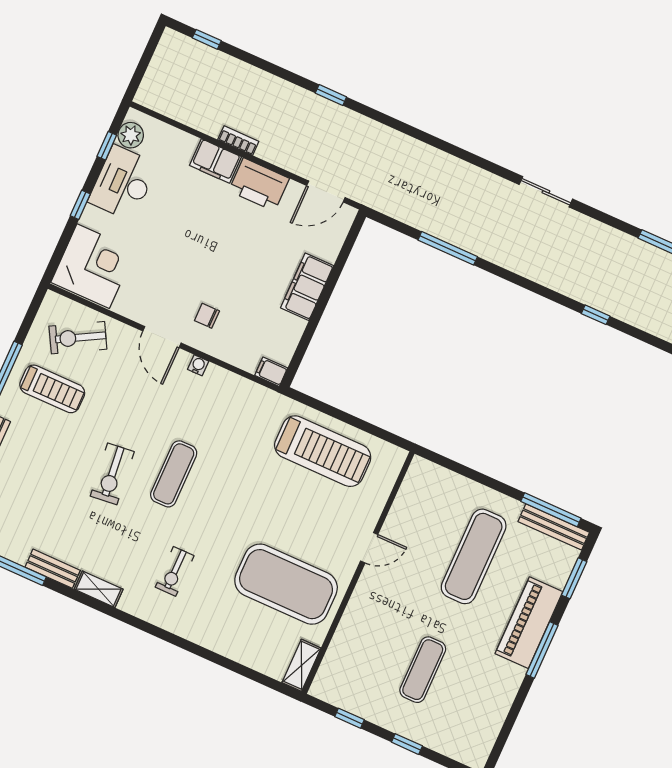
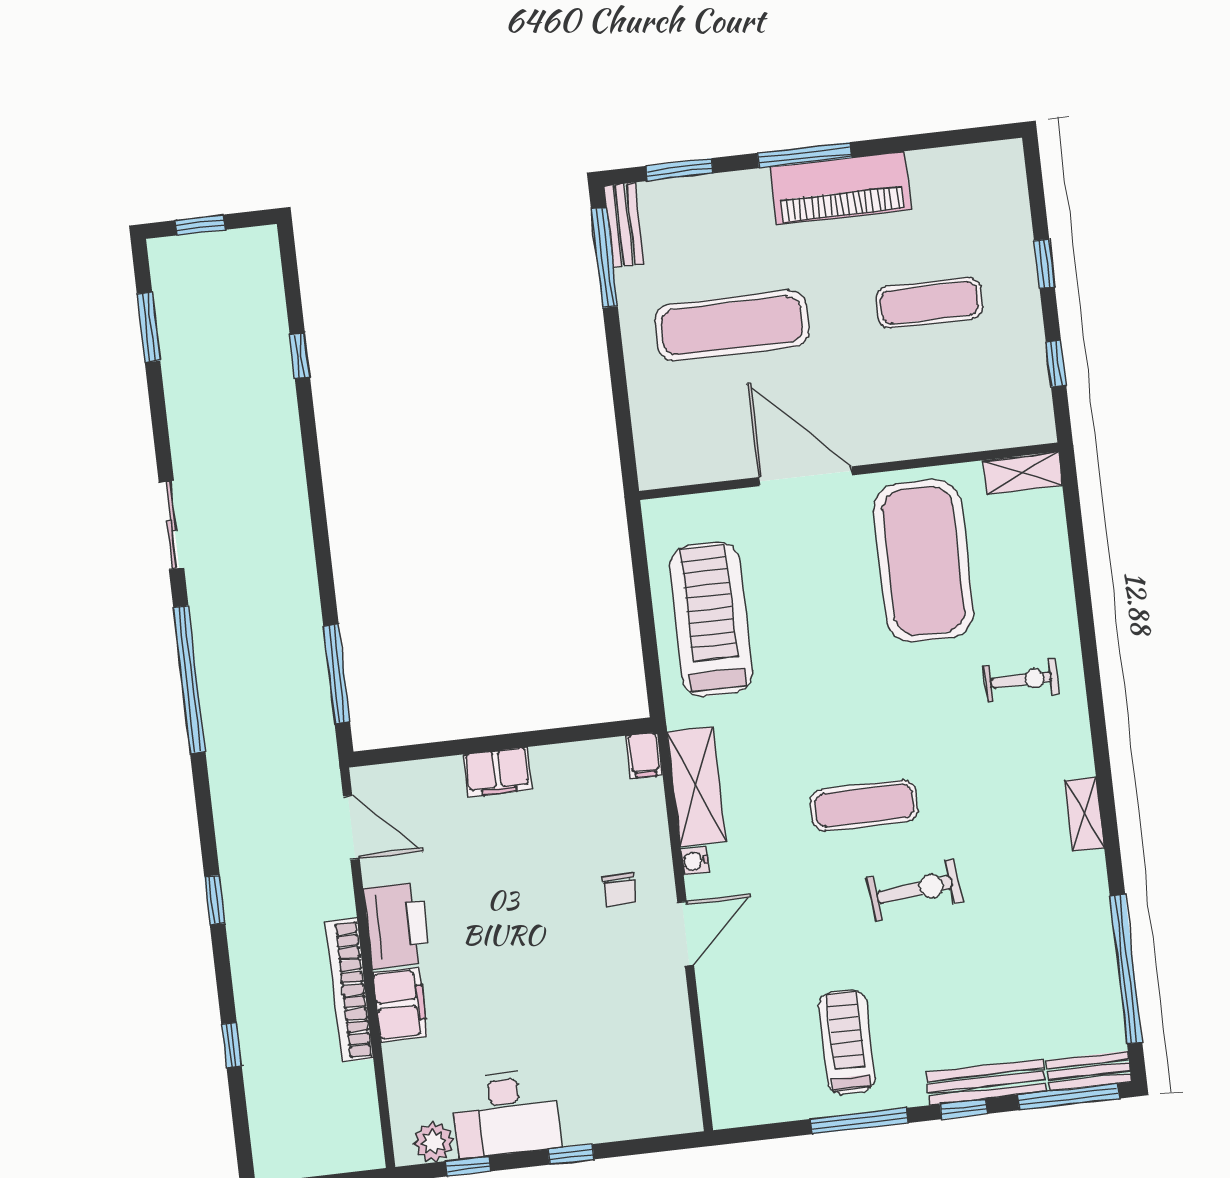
window: (207, 39) -> (232, 1045), moved
bookcase: (238, 141) -> (349, 990), width x2.31, depth x1.31
window: (457, 152) -> (189, 680), added
window: (448, 248) -> (337, 674), moved
corner desk: (93, 266) -> (645, 1086), removed
filing cabinet: (307, 287) -> (497, 772), width x0.67, depth x0.86
exercise bike: (78, 338) -> (755, 1049), removed
shelving: (238, 390) -> (696, 787), added
bench: (554, 527) -> (624, 225), width x0.73
door: (369, 548) -> (806, 476), width x1.87
bench: (53, 569) -> (1094, 894), removed
exercise bike: (175, 571) -> (1021, 680), moved
piano: (529, 623) -> (841, 188), moved

